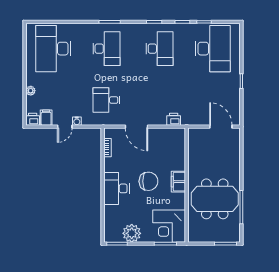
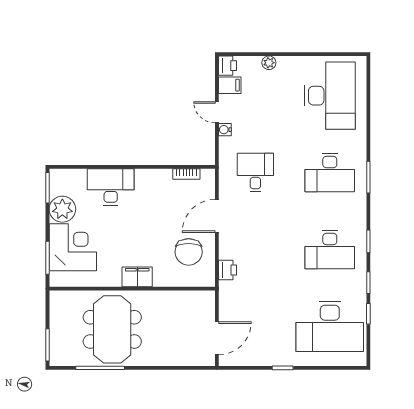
desk: (53, 49) -> (330, 96), turned 90
chair: (148, 181) -> (189, 252), moved
desk: (116, 188) -> (111, 187), moved
corner desk: (169, 226) -> (73, 247), moved, turned 90

